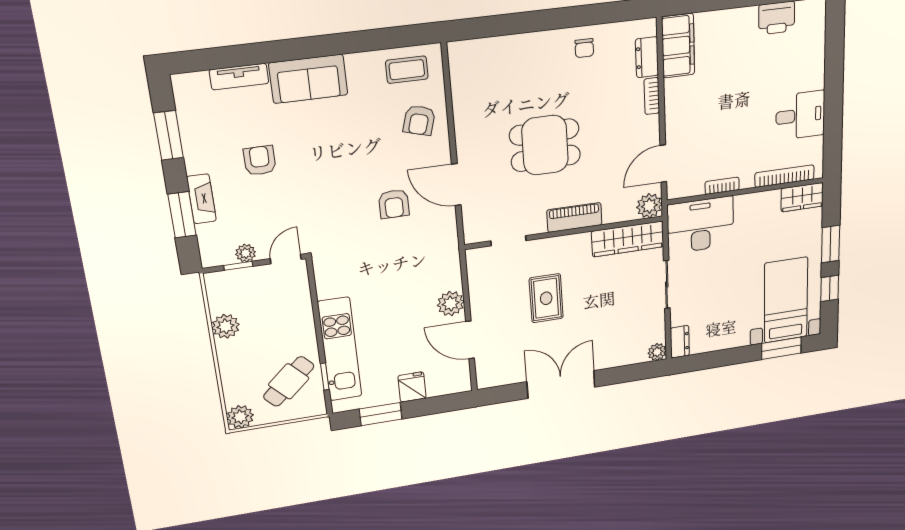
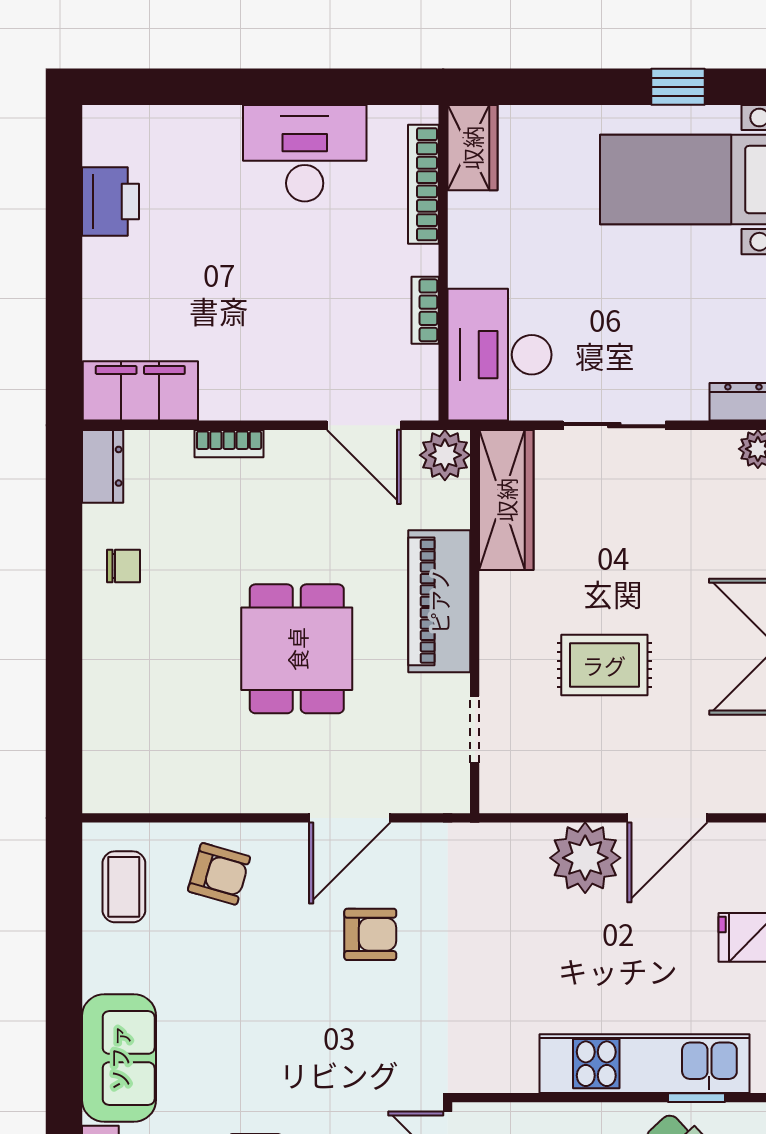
dresser: (647, 57) -> (103, 466), moved, turned -90
desk: (800, 115) -> (305, 153), width x1.37
piano: (574, 217) -> (439, 601), width x1.37, depth x1.33
window: (831, 244) -> (581, 87), removed
plant: (451, 304) -> (585, 858), width x1.36, depth x1.36

